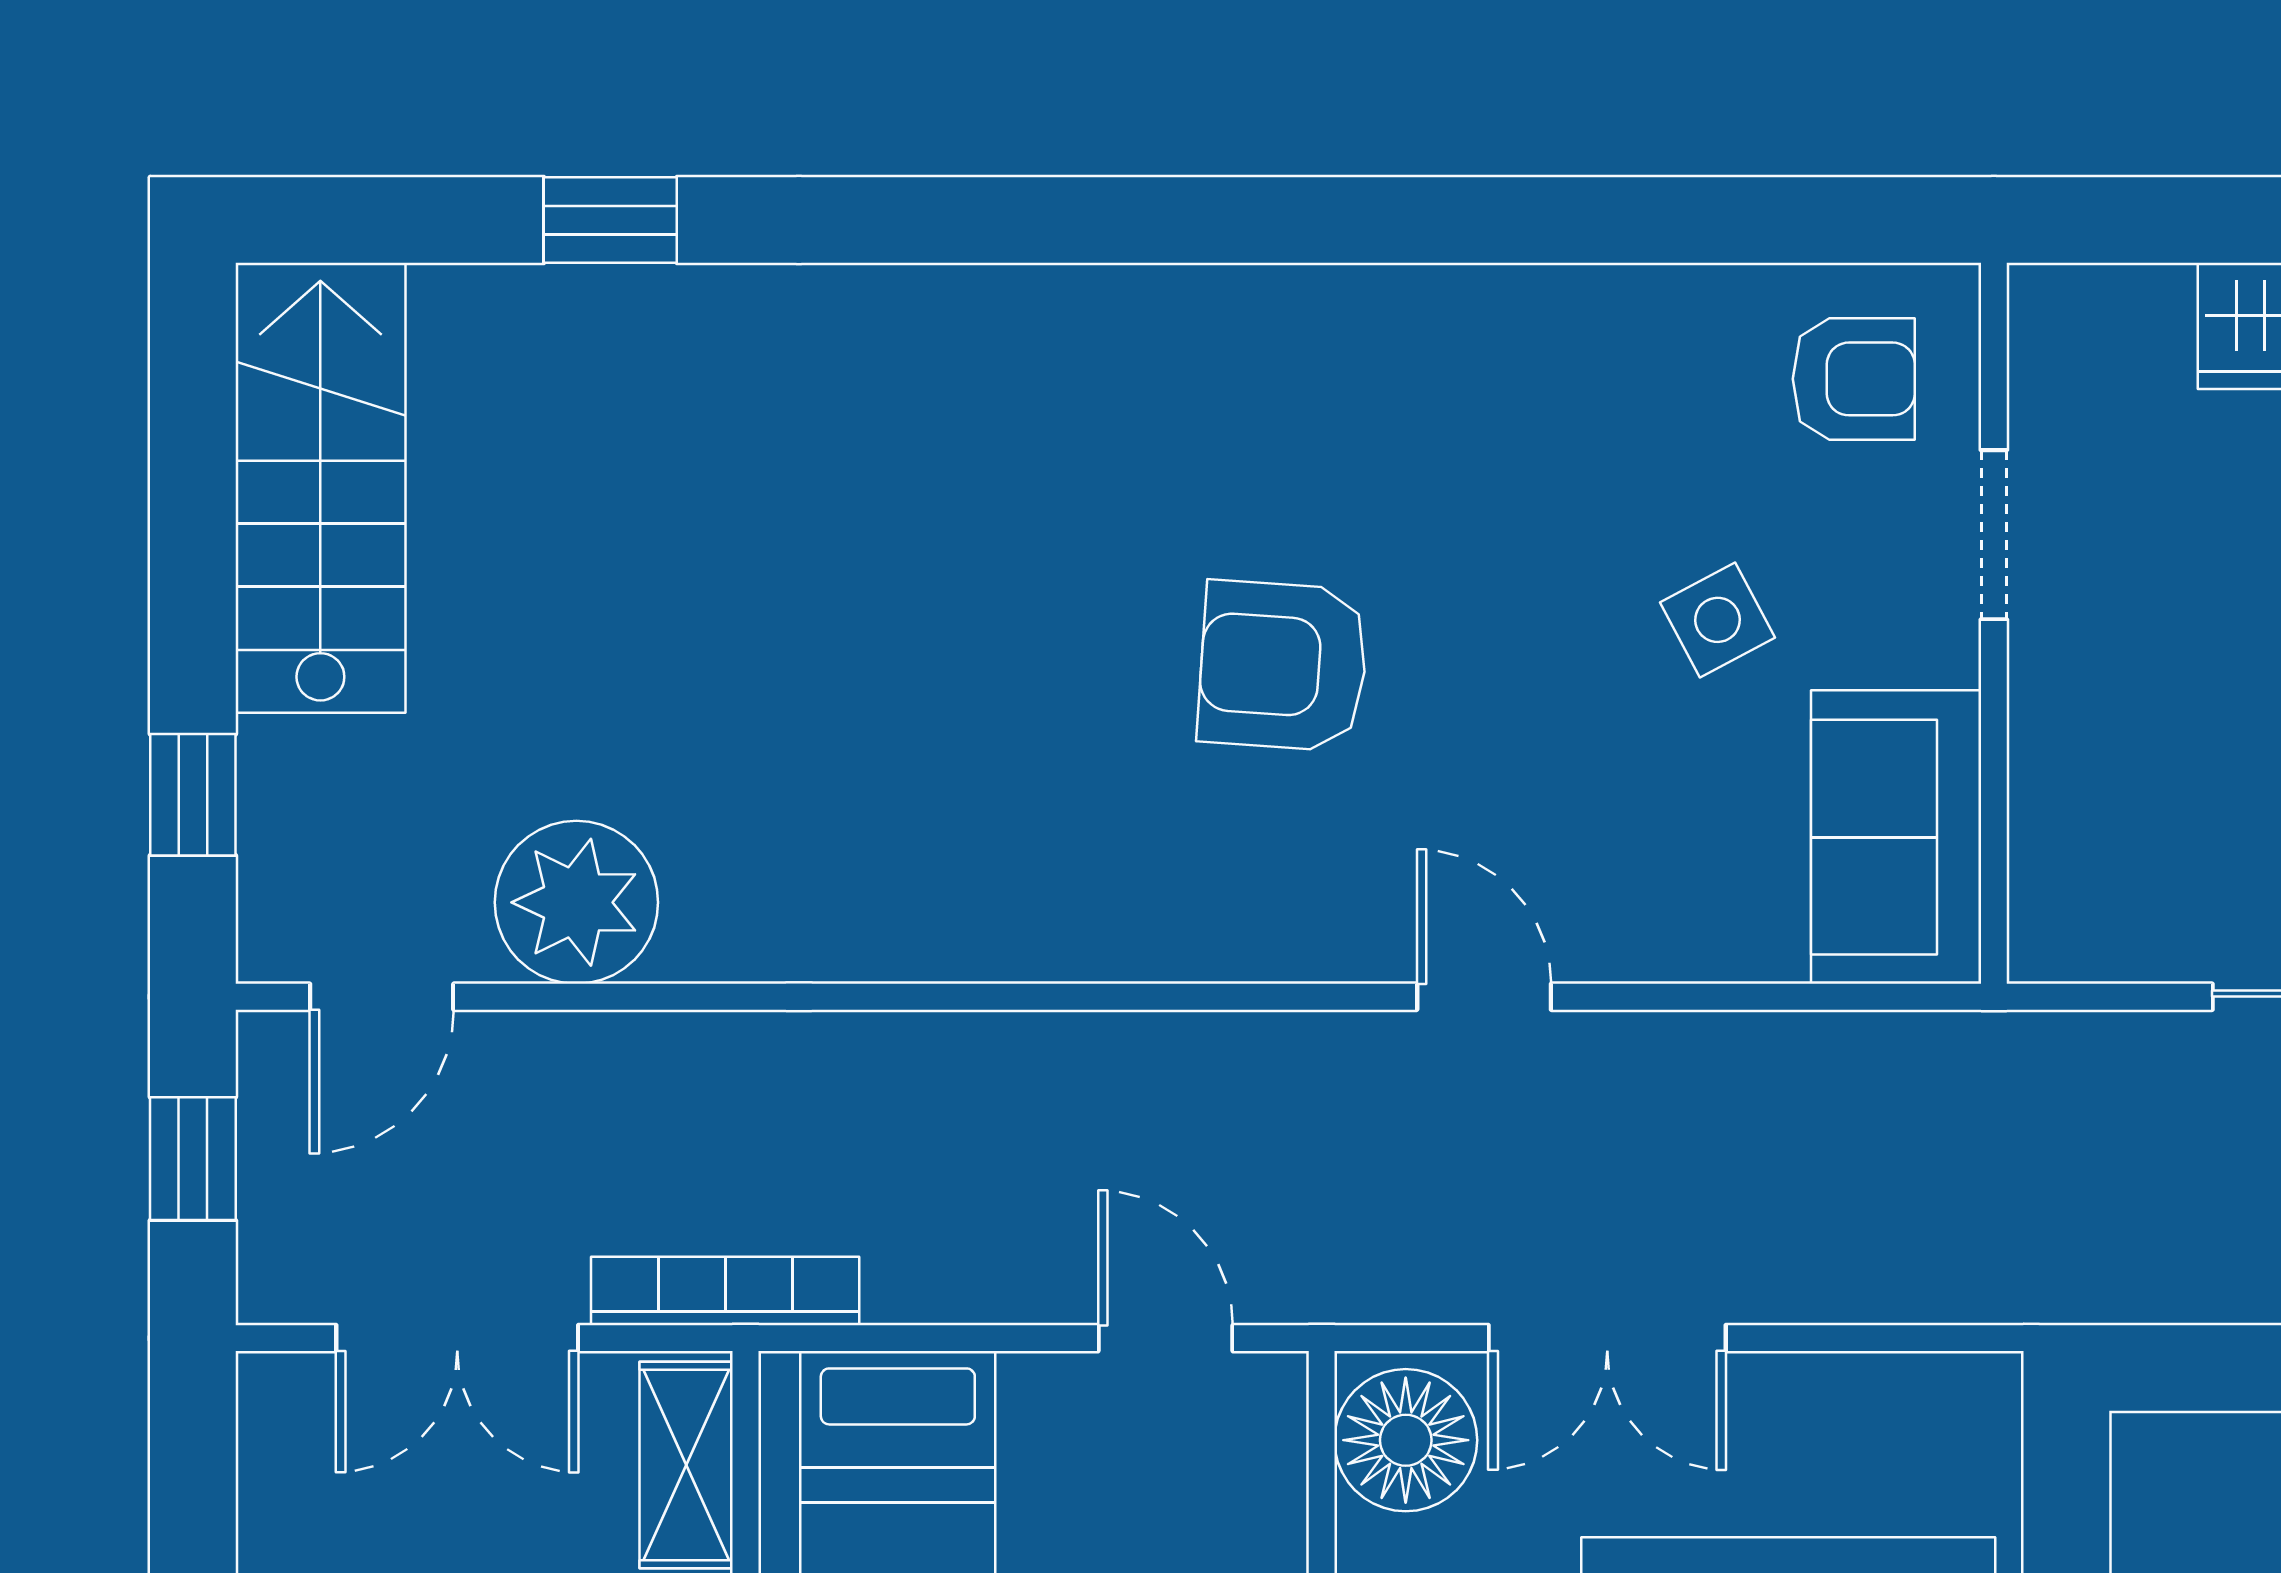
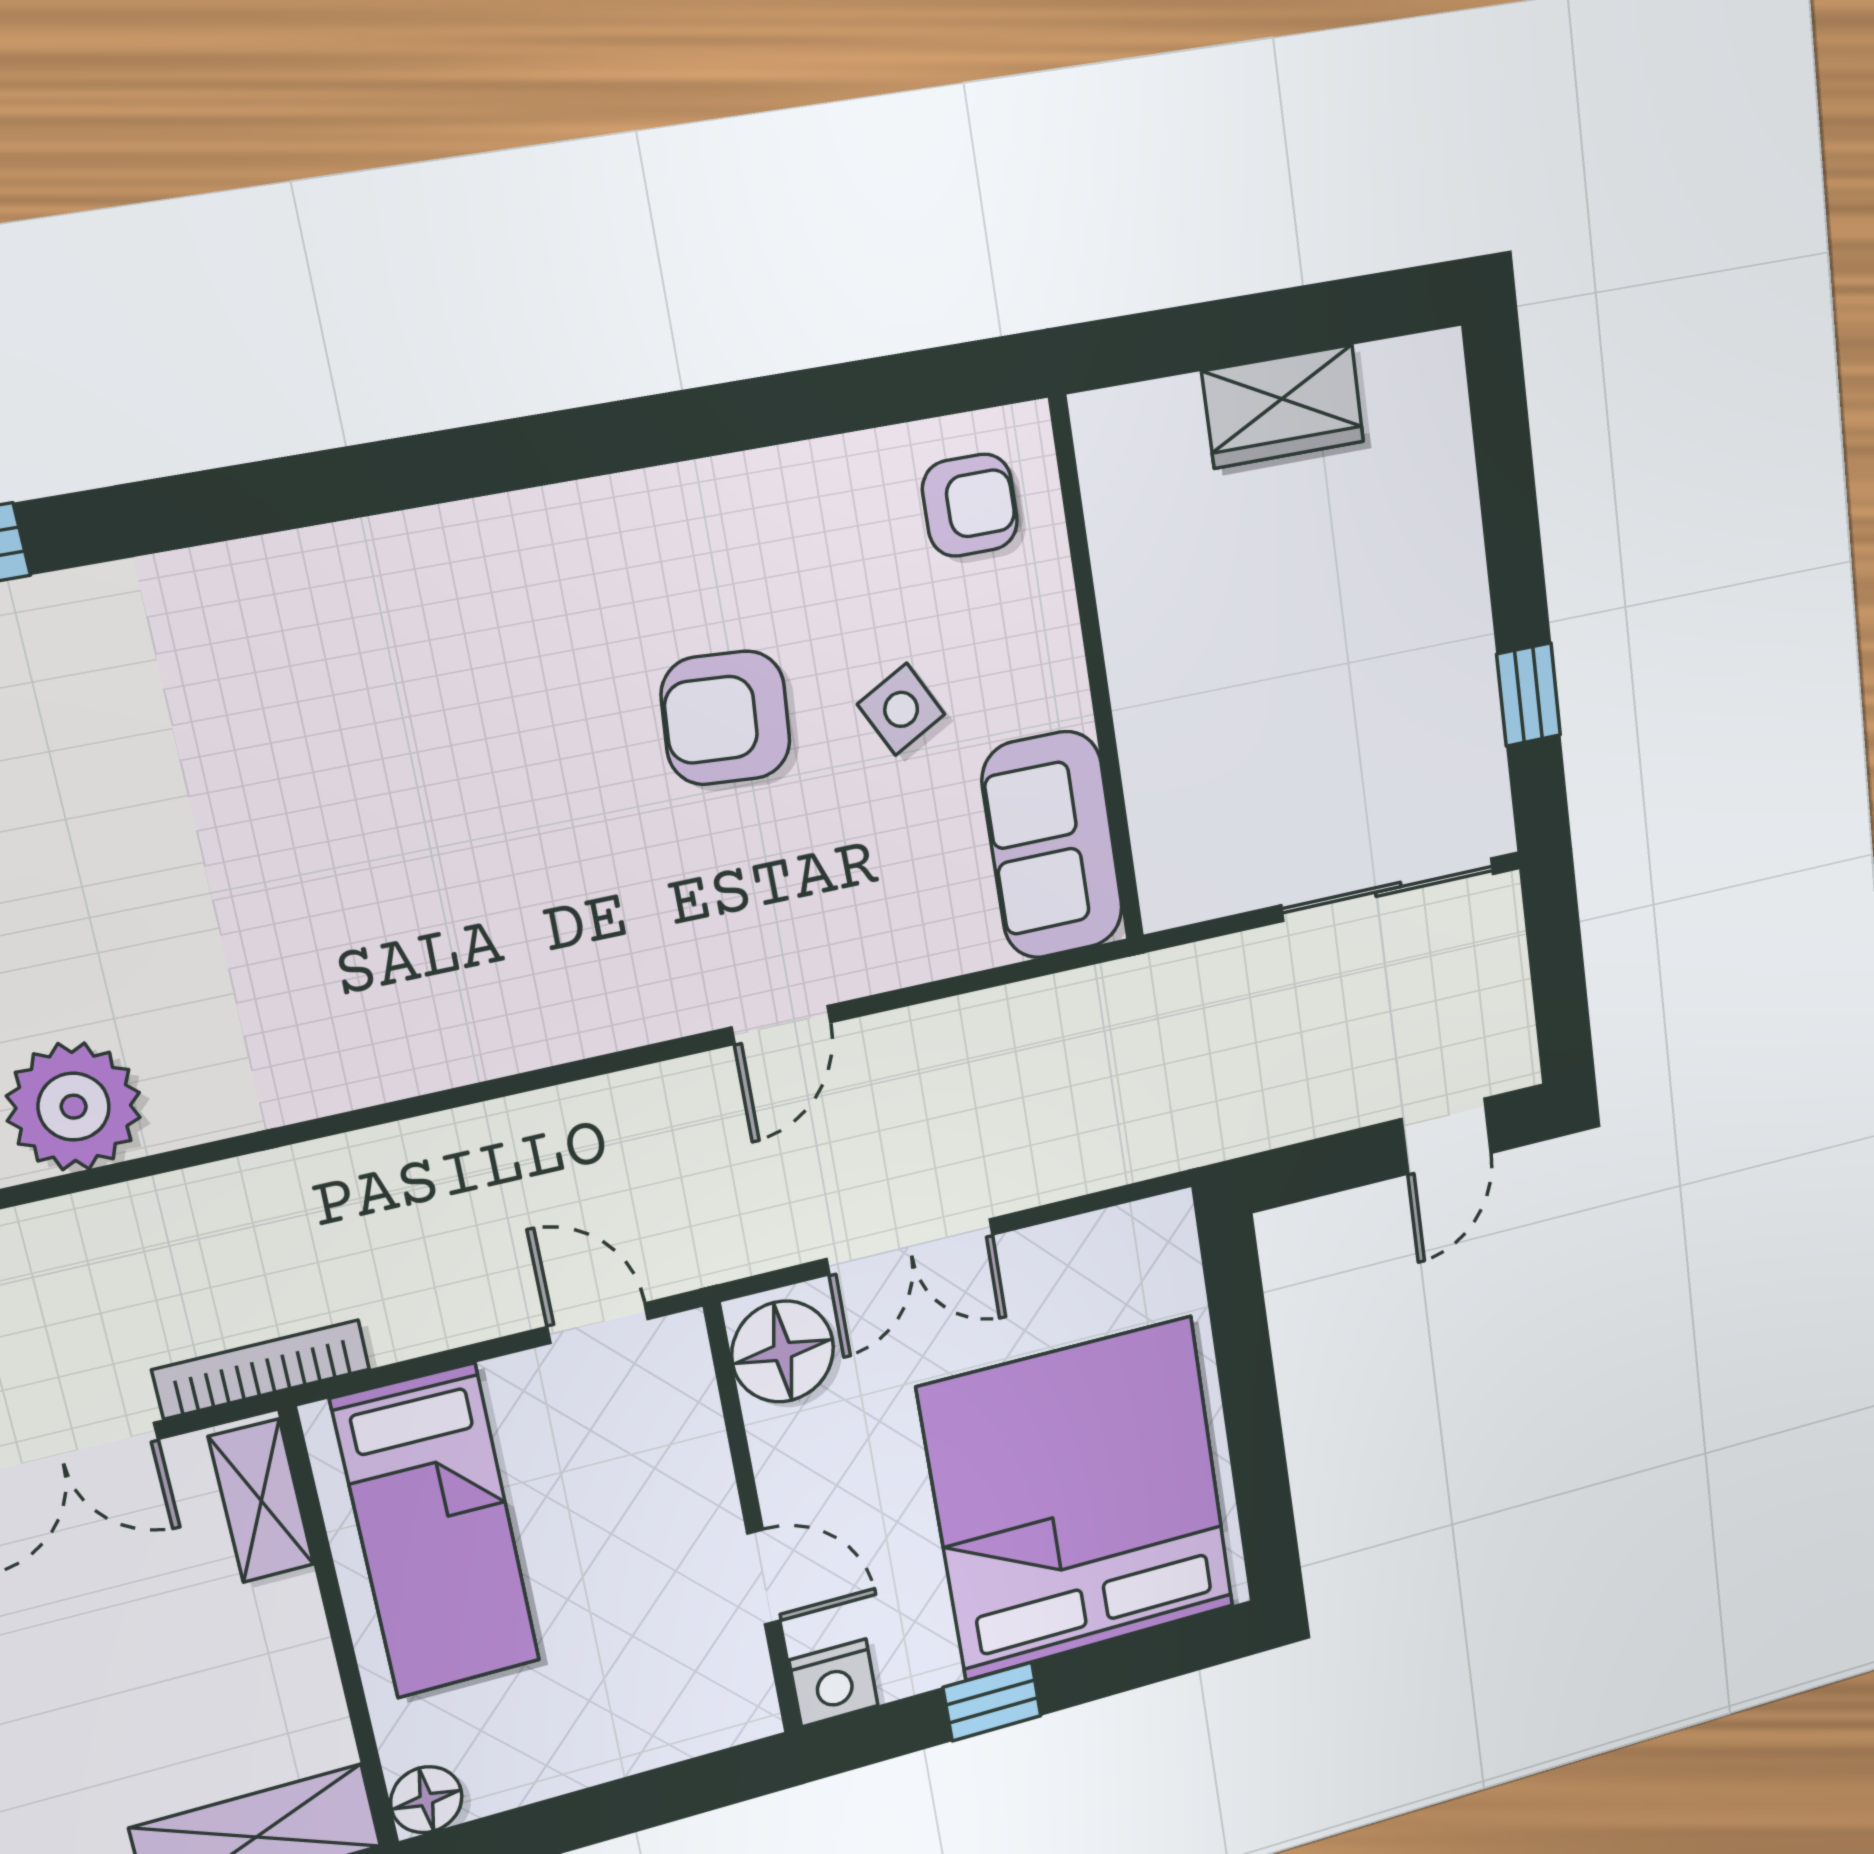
doorway: (1994, 535) -> (1087, 606), removed
armchair: (1283, 666) -> (726, 718), moved
door: (1484, 997) -> (781, 1025), swing flipped

